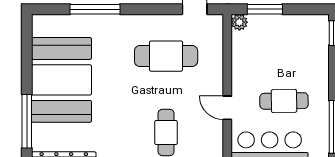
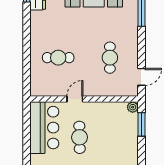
cafe table: (166, 56) -> (110, 58), width x0.73, depth x0.74

